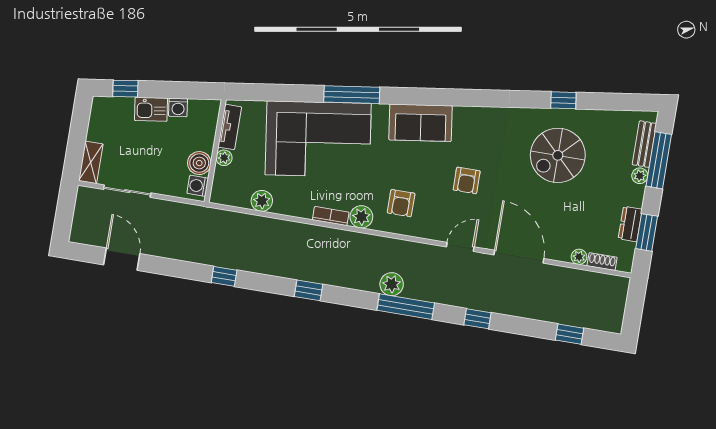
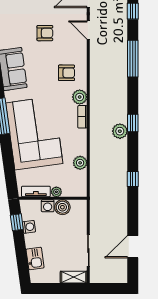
window: (125, 89) -> (17, 222), moved
kitchen sink: (151, 109) -> (35, 258), moved
washing machine: (198, 186) -> (48, 206), moved
plant: (392, 284) -> (120, 131), moved

